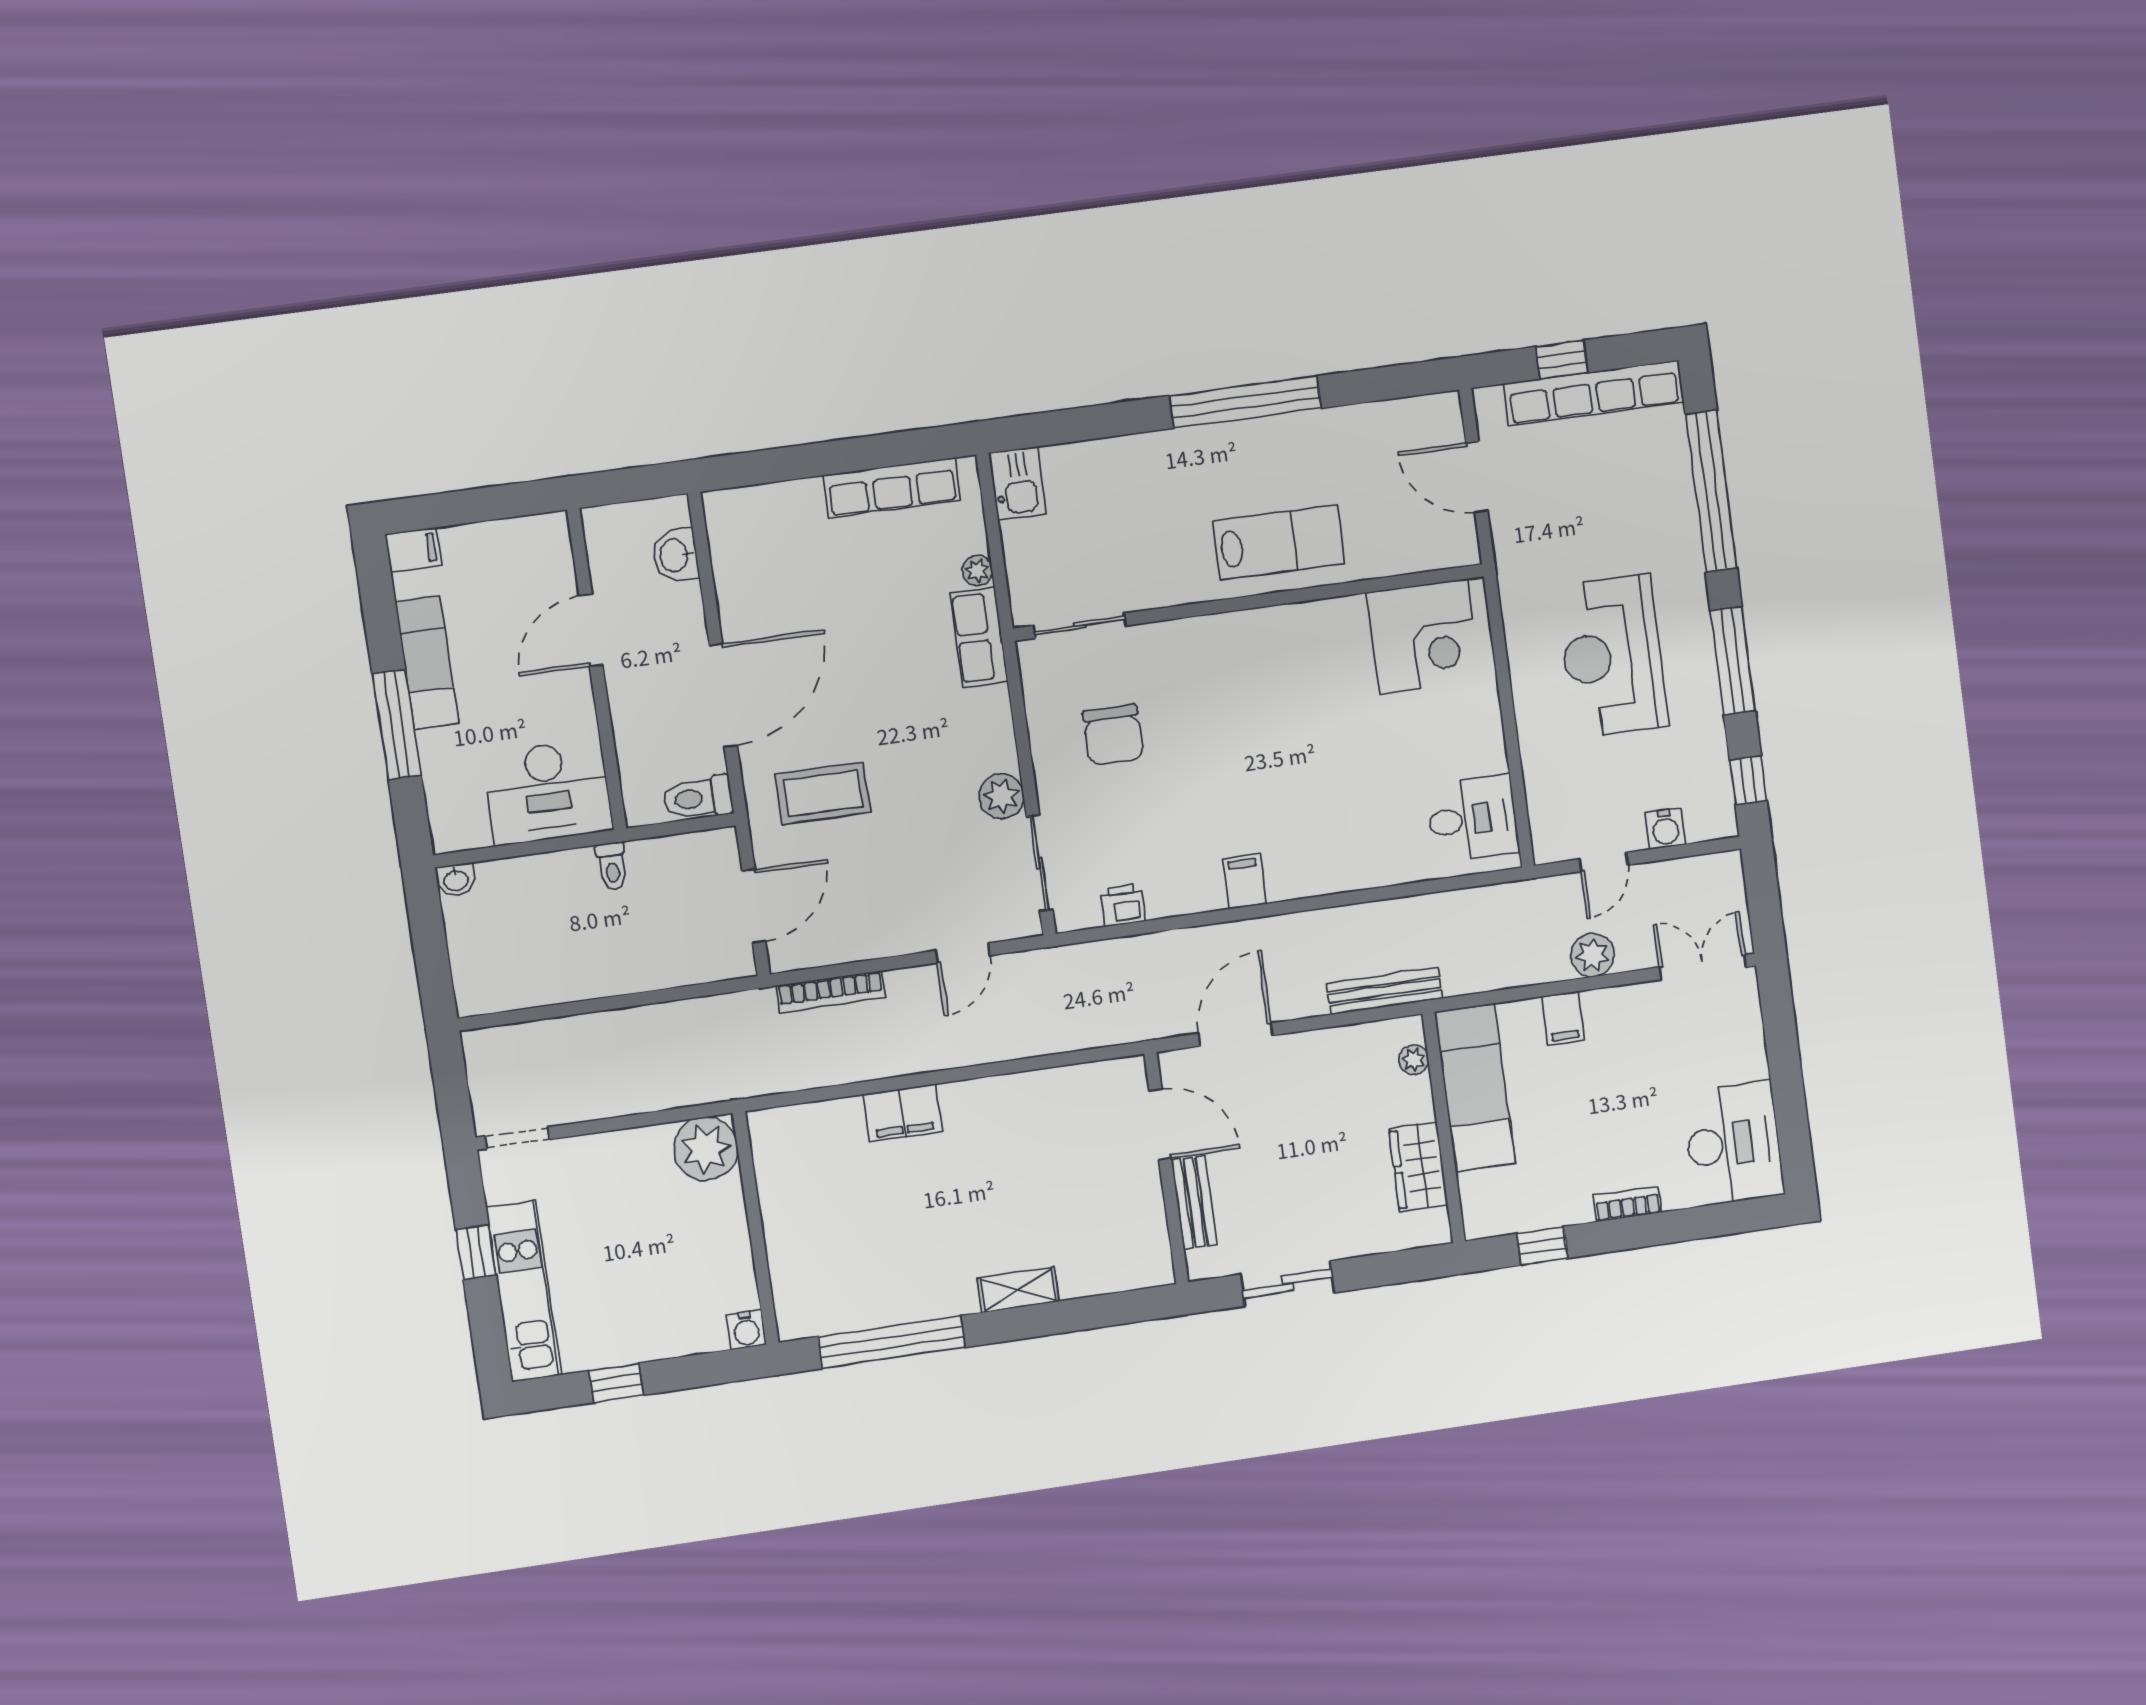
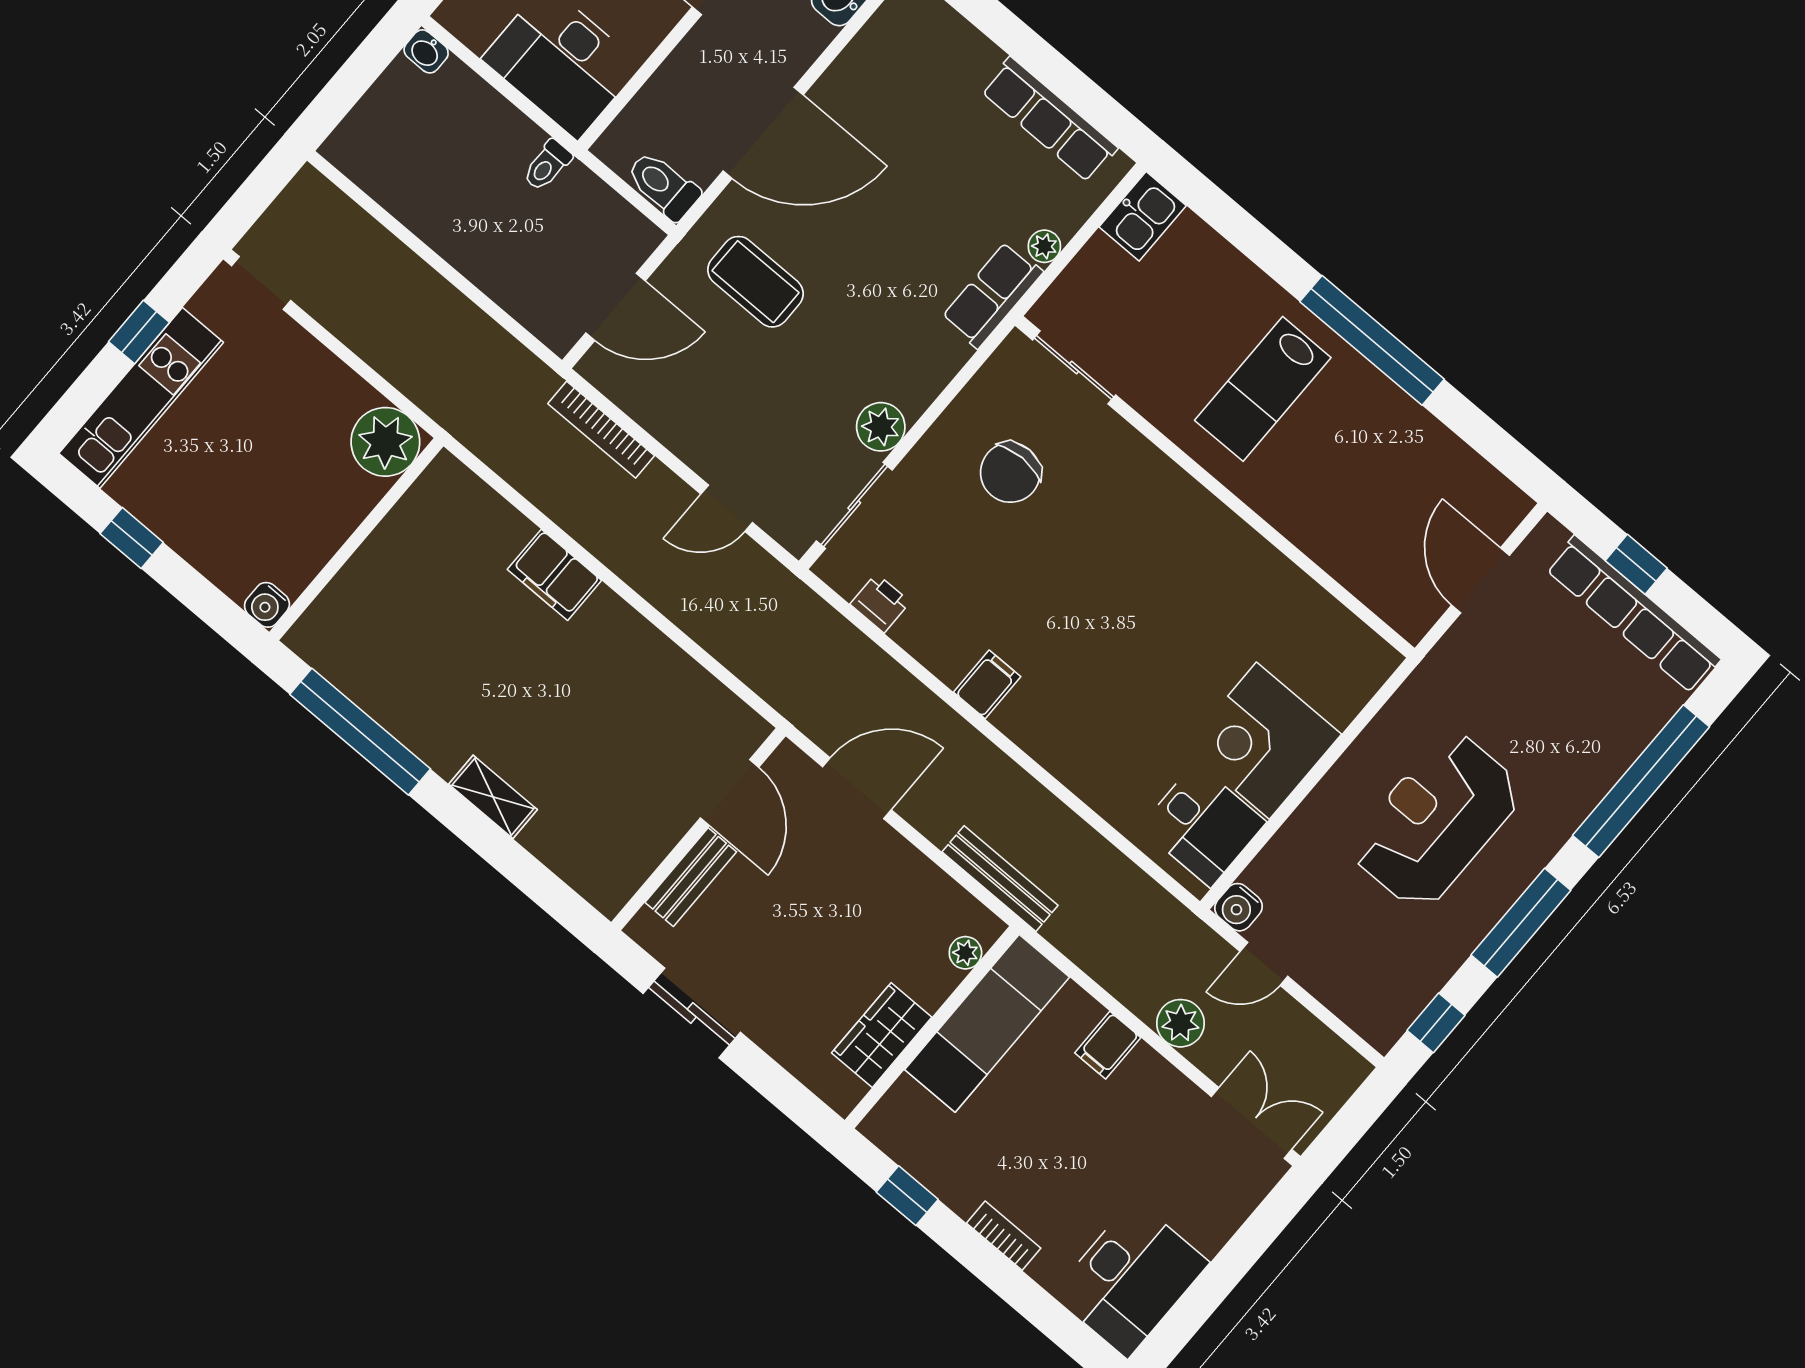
lab bench: (1279, 542) -> (1263, 389), moved, turned 90
corner desk: (1424, 637) -> (1263, 741), moved, turned 90
water cooler: (1665, 828) -> (1239, 907), moved

